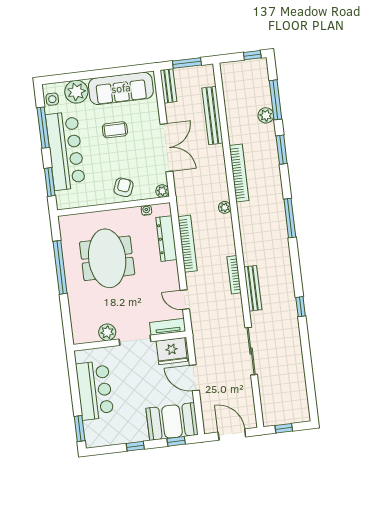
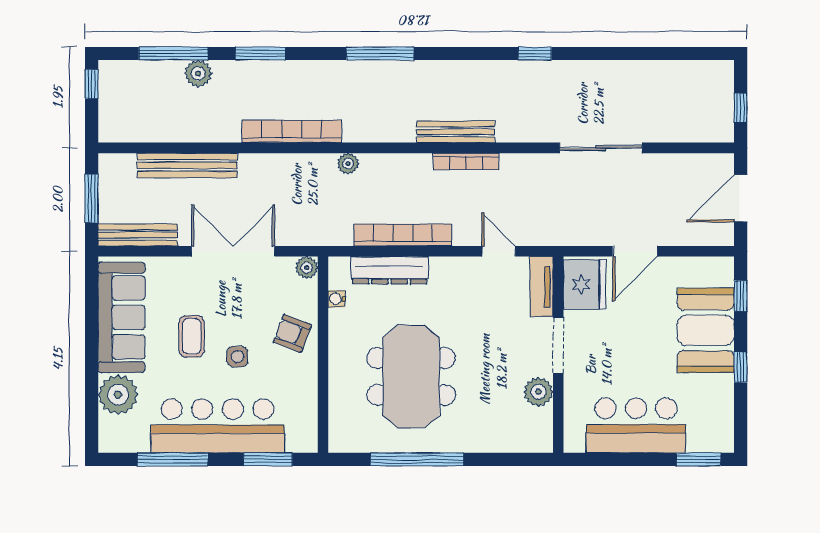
bench: (168, 86) -> (138, 235), width x1.36
side table: (52, 99) -> (237, 357), moved
meeting table: (107, 258) -> (411, 377), turned 90
bench: (253, 288) -> (456, 132), moved
door: (185, 300) -> (499, 251), swing flipped
booth: (172, 422) -> (706, 330), moved

